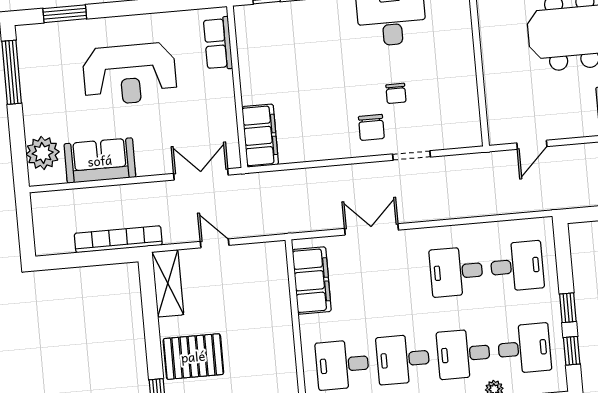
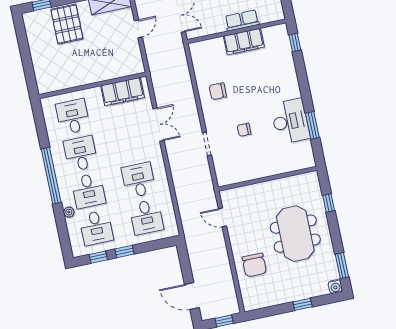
row of seats: (218, 43) -> (242, 20), moved
chair: (371, 127) -> (218, 91), moved
filing cabinet: (260, 136) -> (244, 42), moved
desk: (464, 354) -> (88, 191), turned 180

